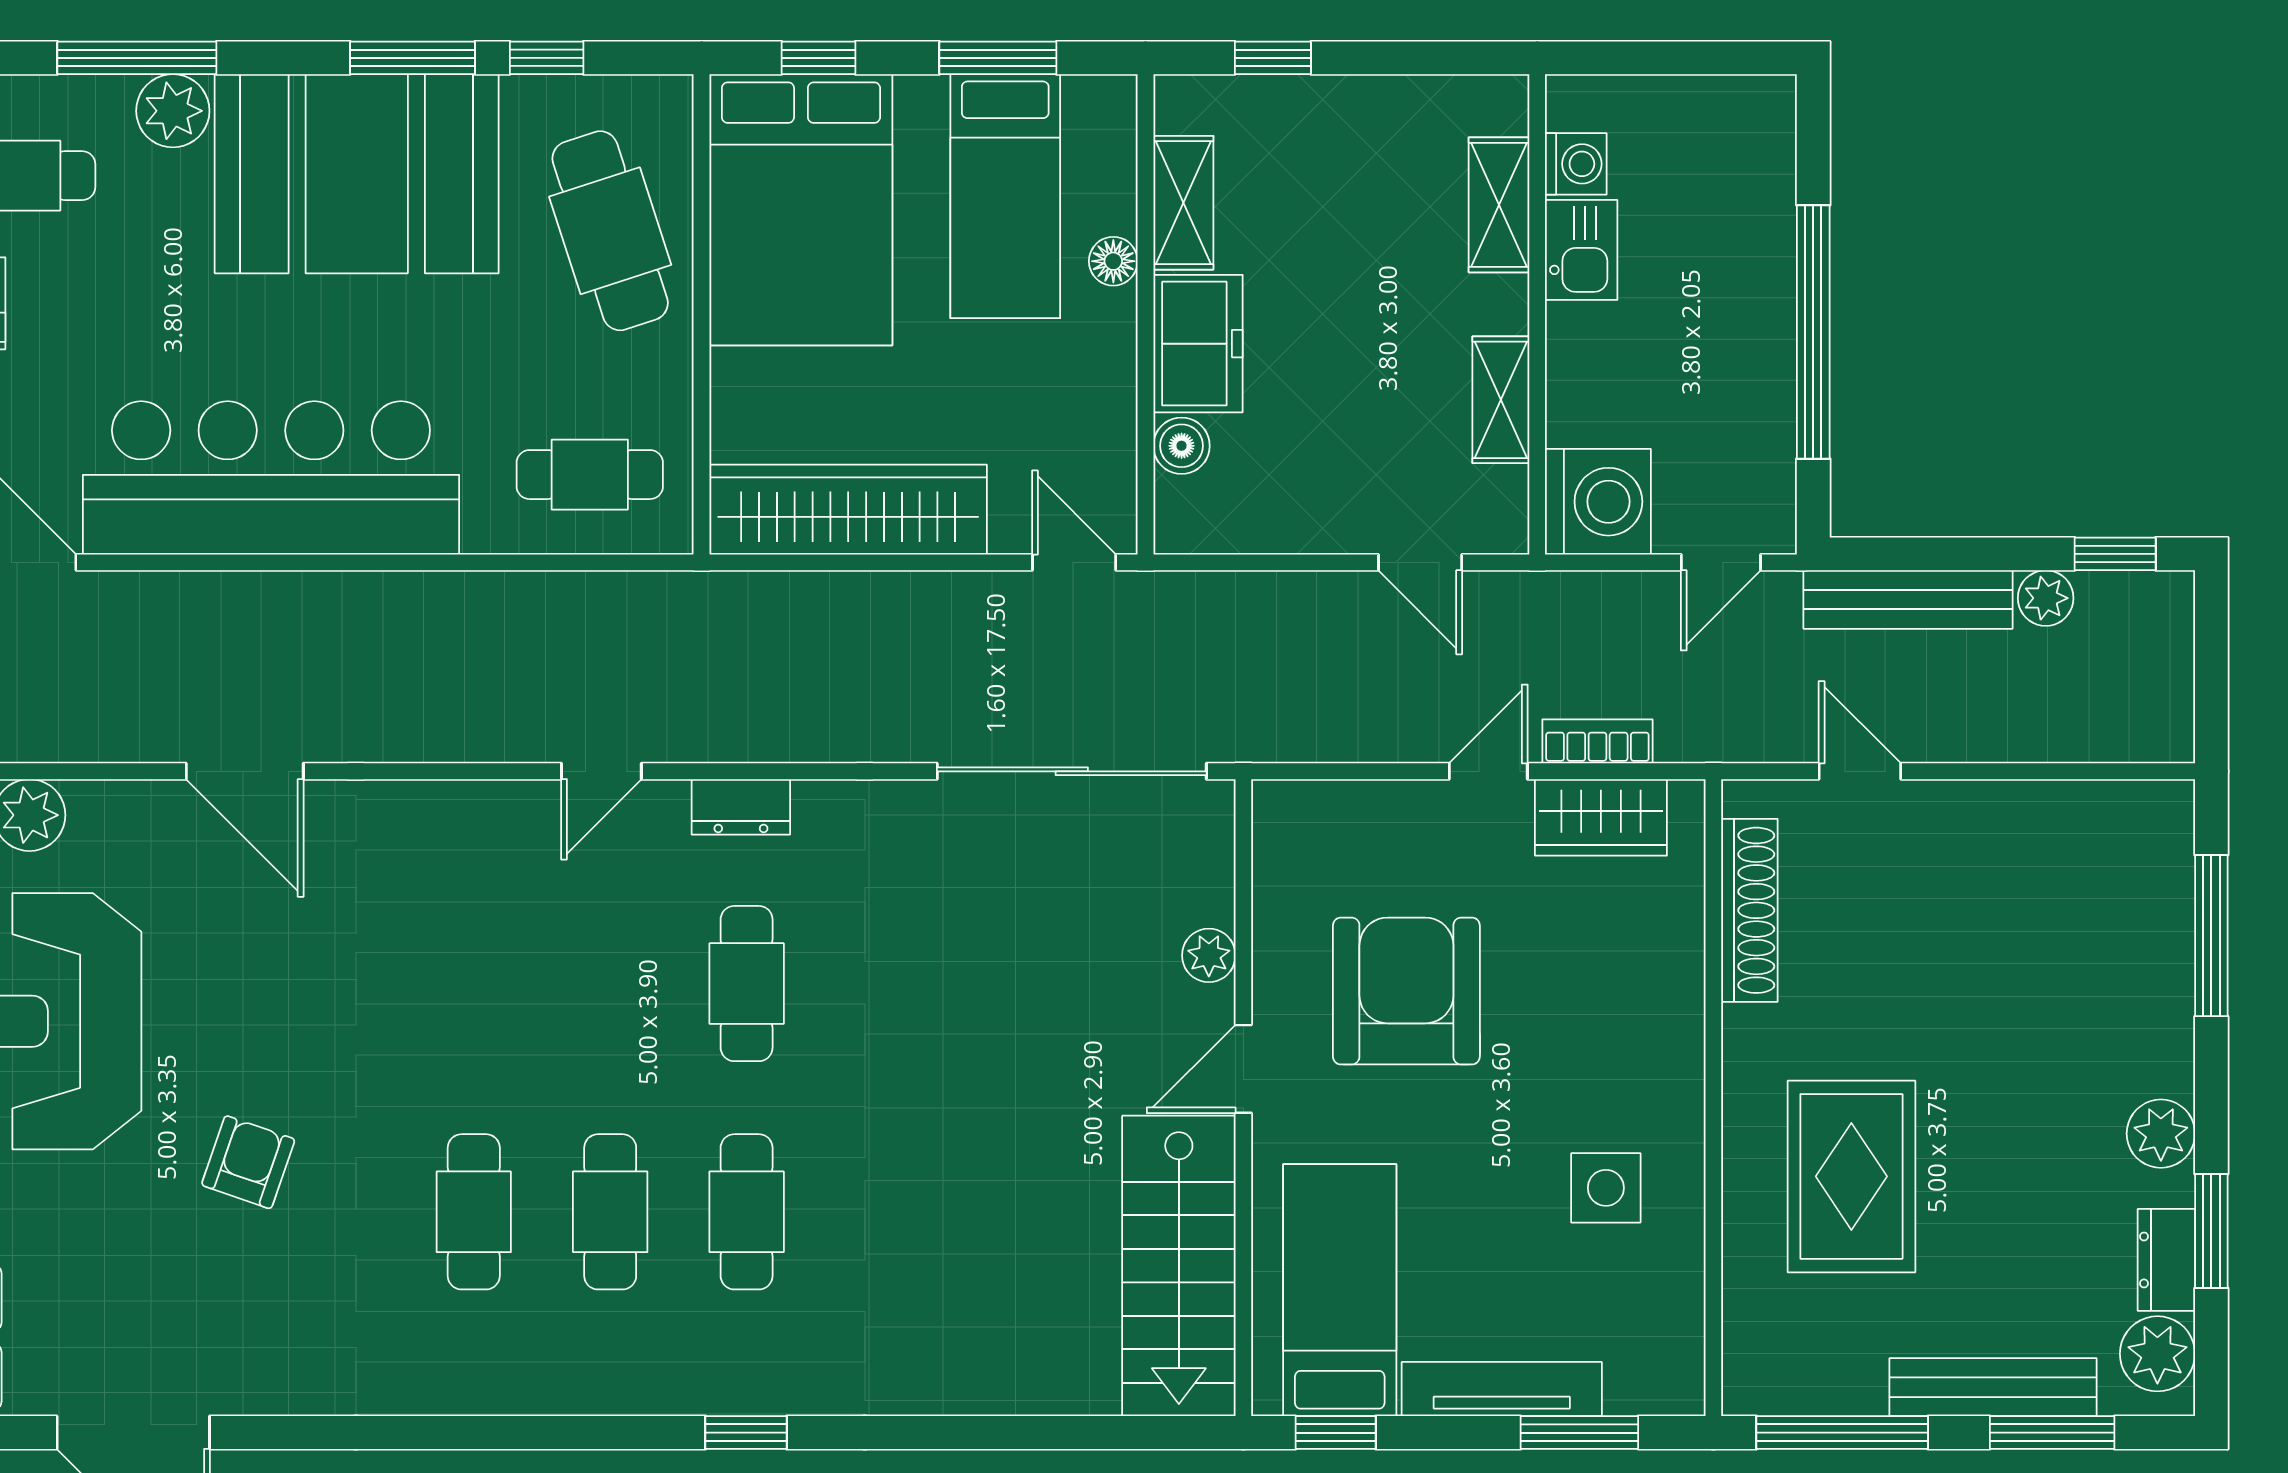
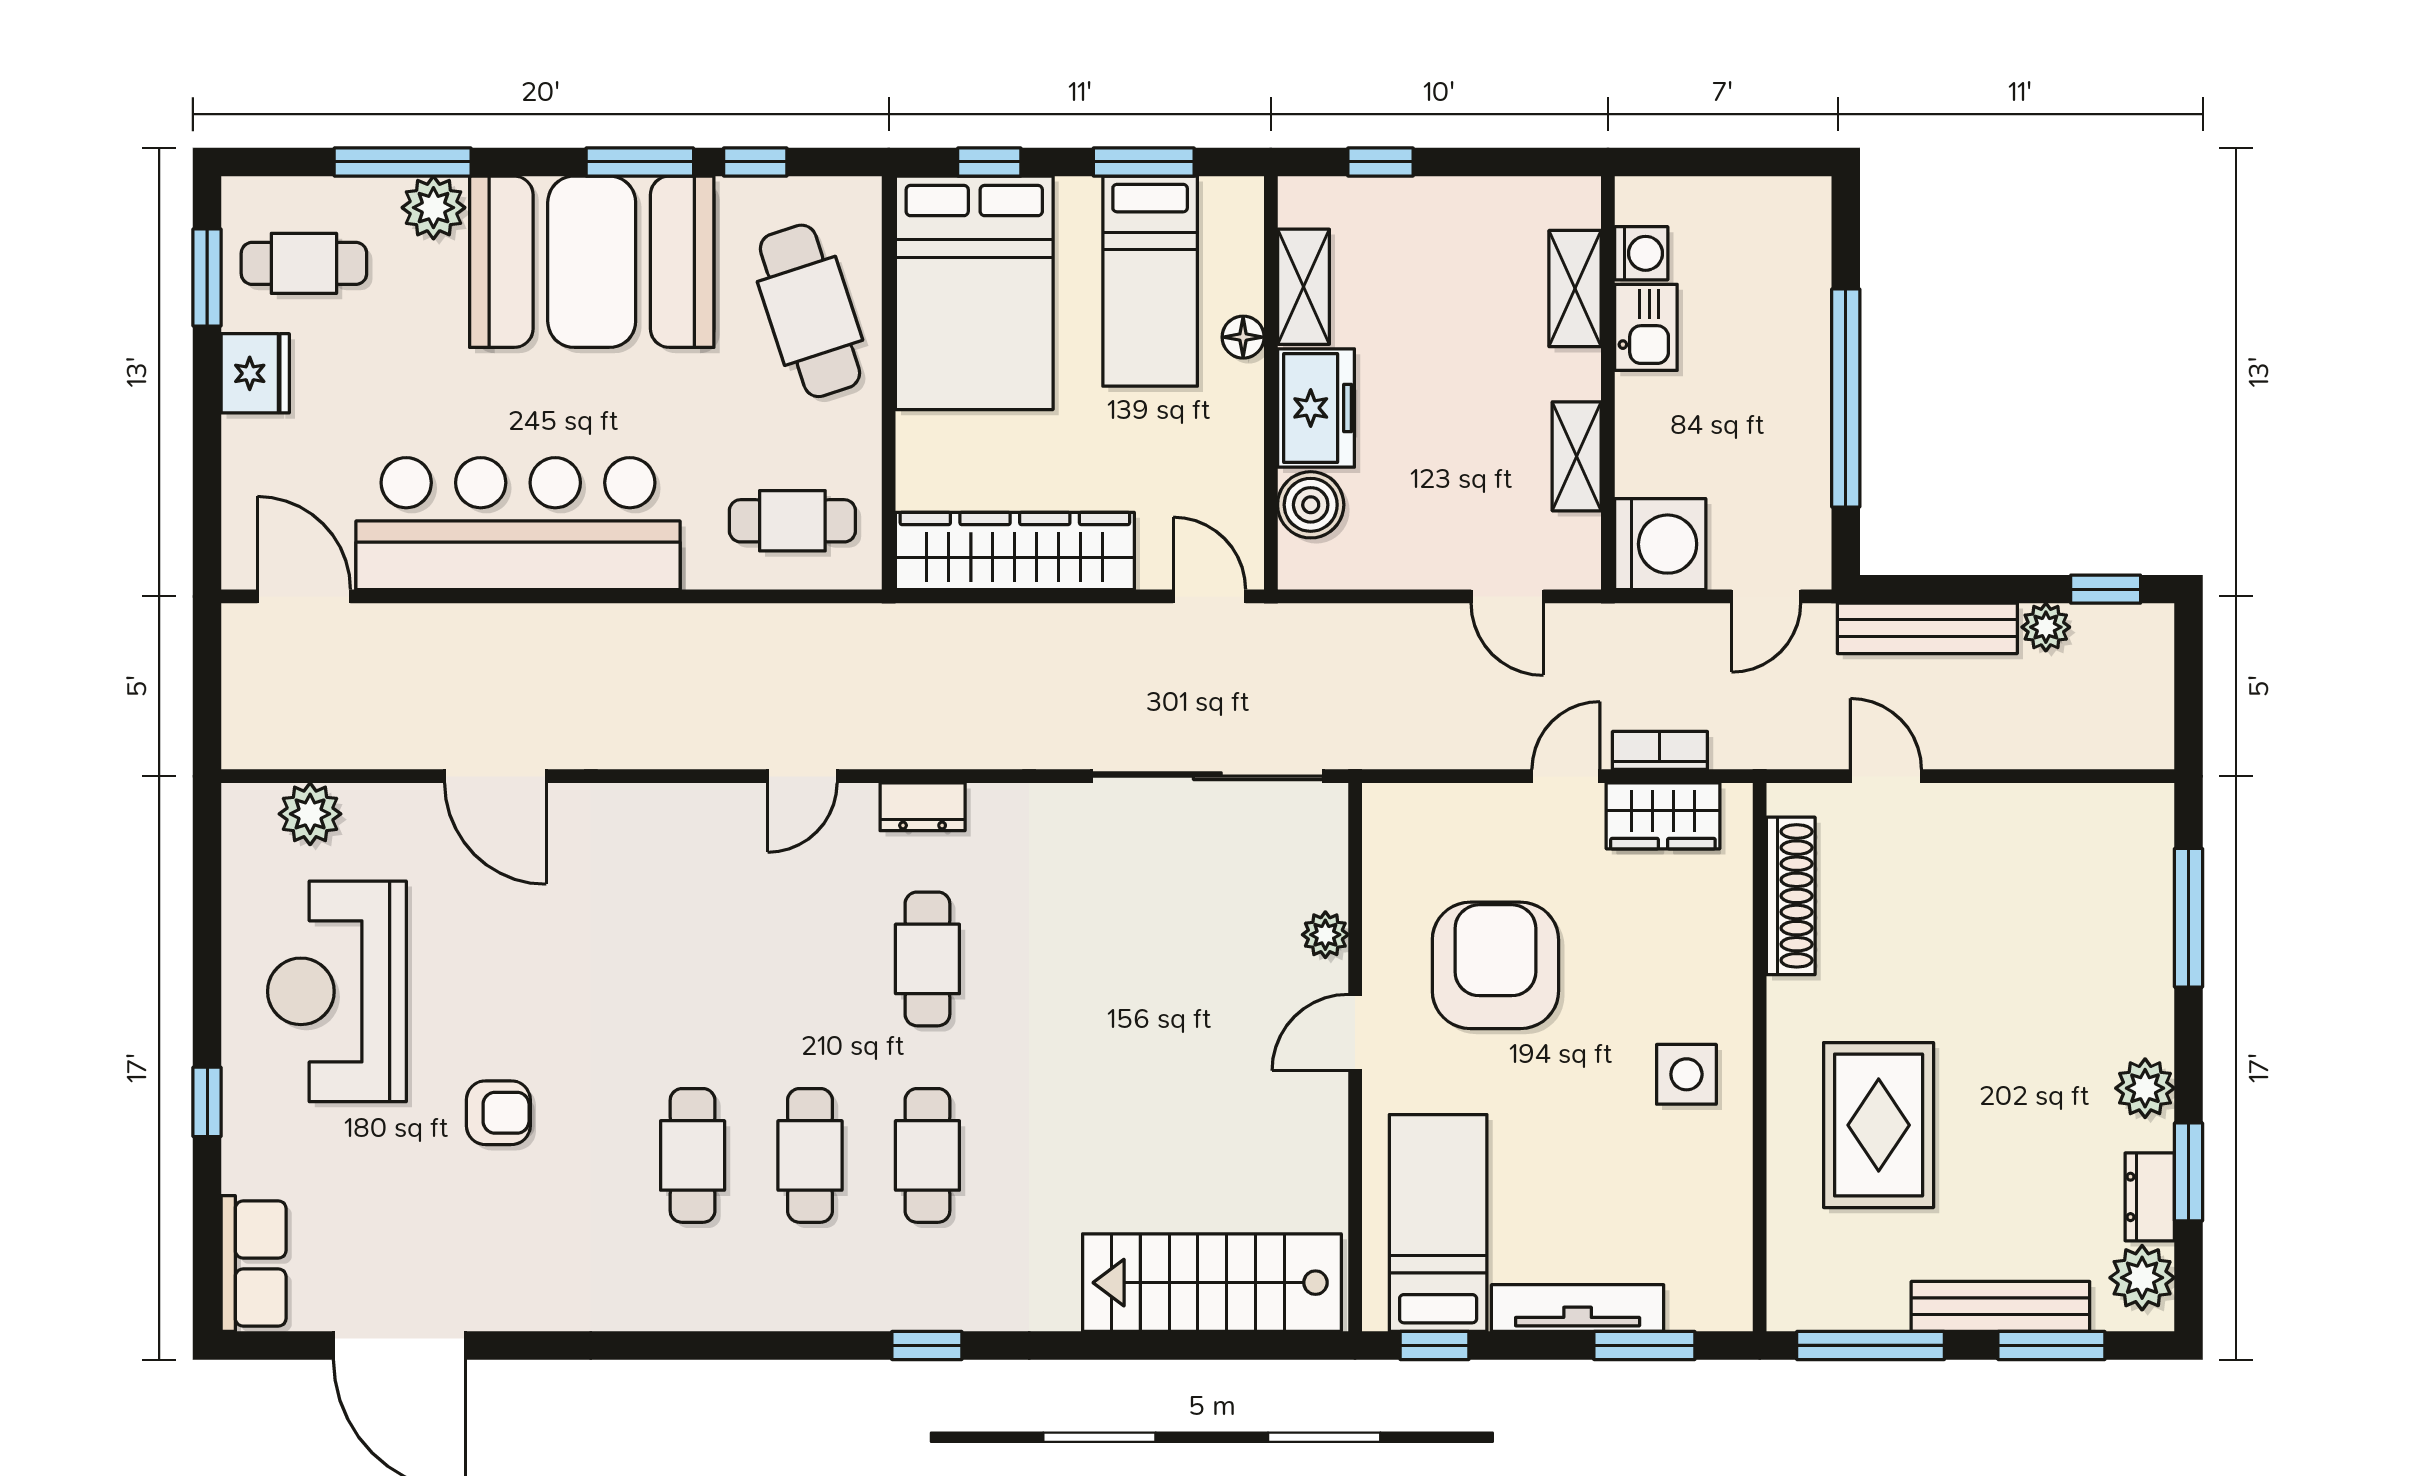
boiler: (1182, 446) -> (1311, 505), width x1.36, depth x1.36
armchair: (248, 1162) -> (498, 1113), turned 71
side table: (1606, 1188) -> (1686, 1074), moved
stairs: (1179, 1266) -> (1212, 1283), moved, turned 90

